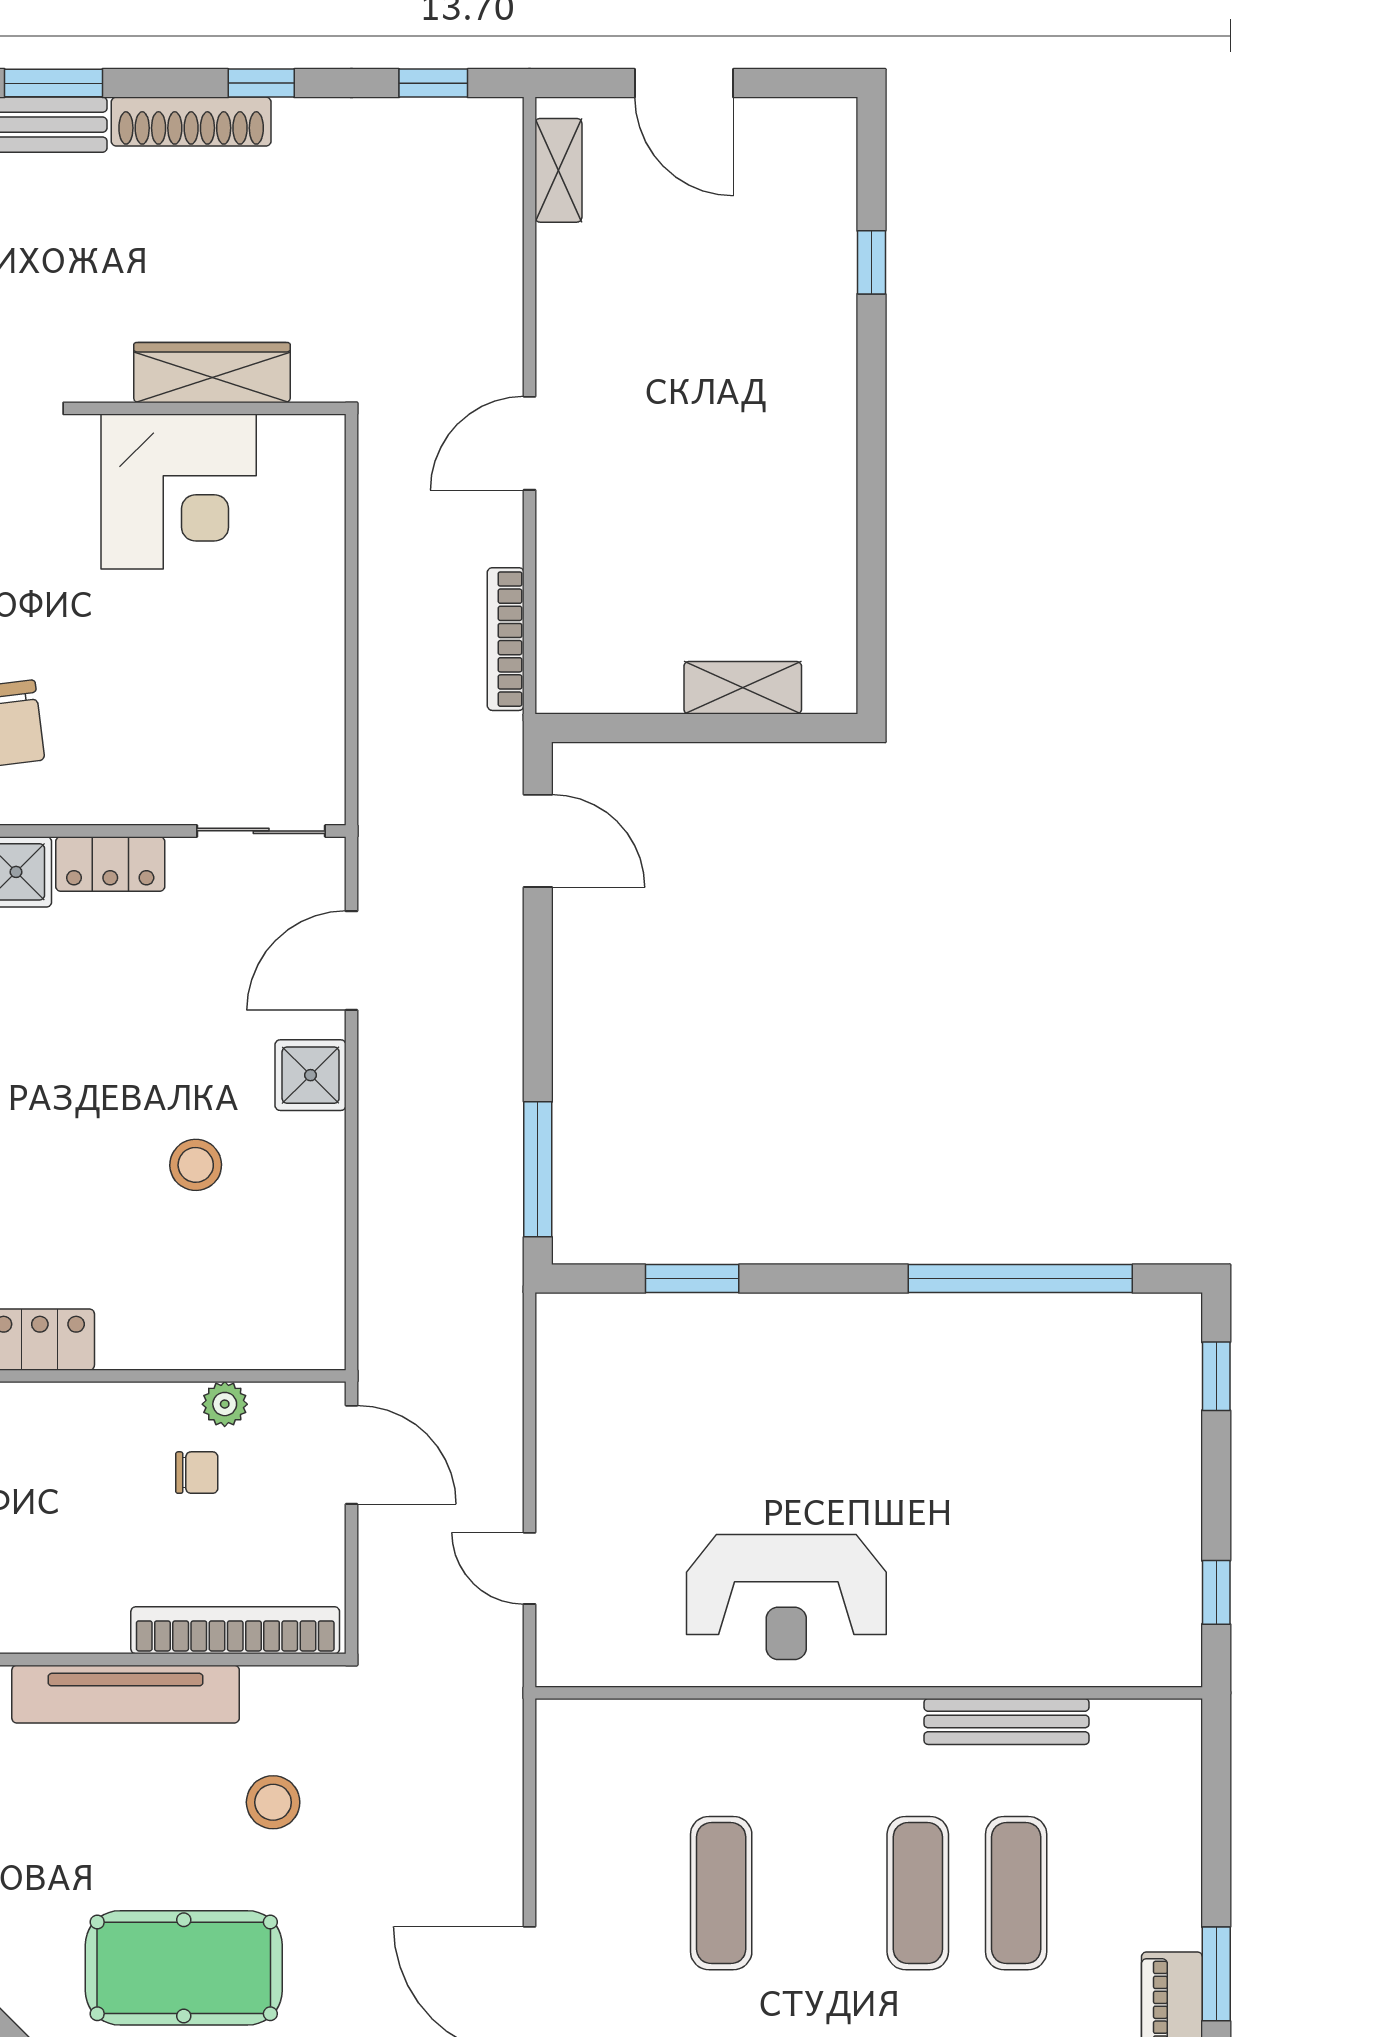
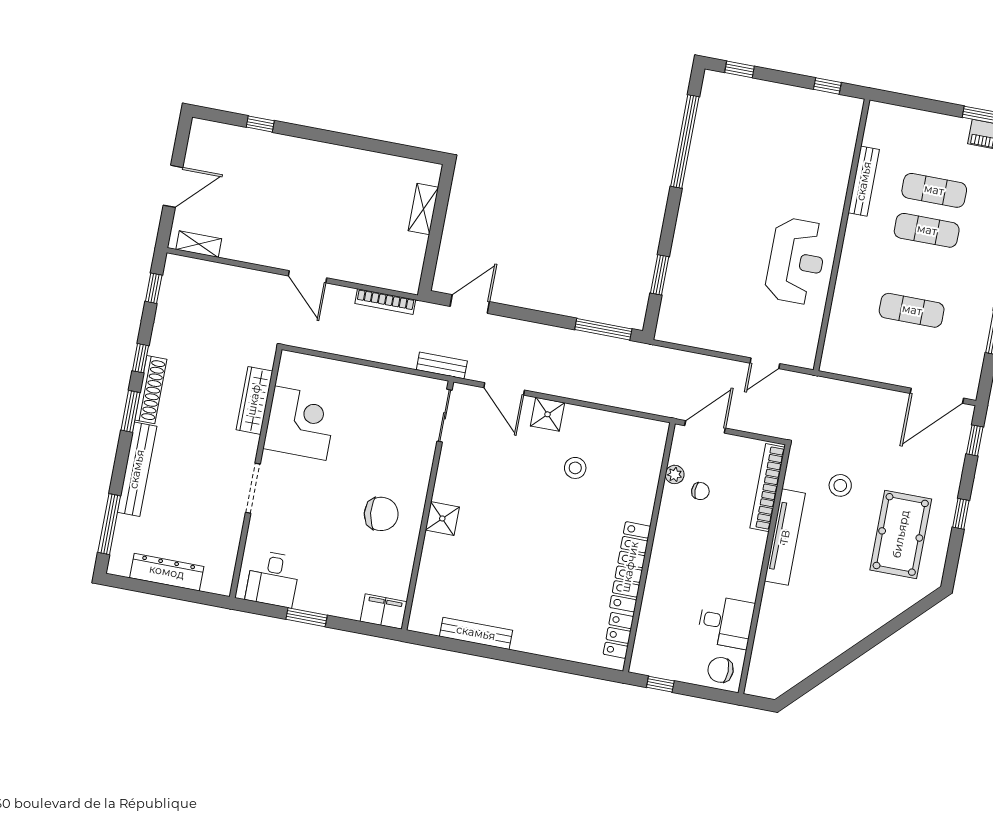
window: (54, 83) -> (130, 411), moved
bench: (379, 802) -> (442, 365), added
locker: (110, 864) -> (446, 480), removed
chair: (197, 1473) -> (700, 491), turned 90

